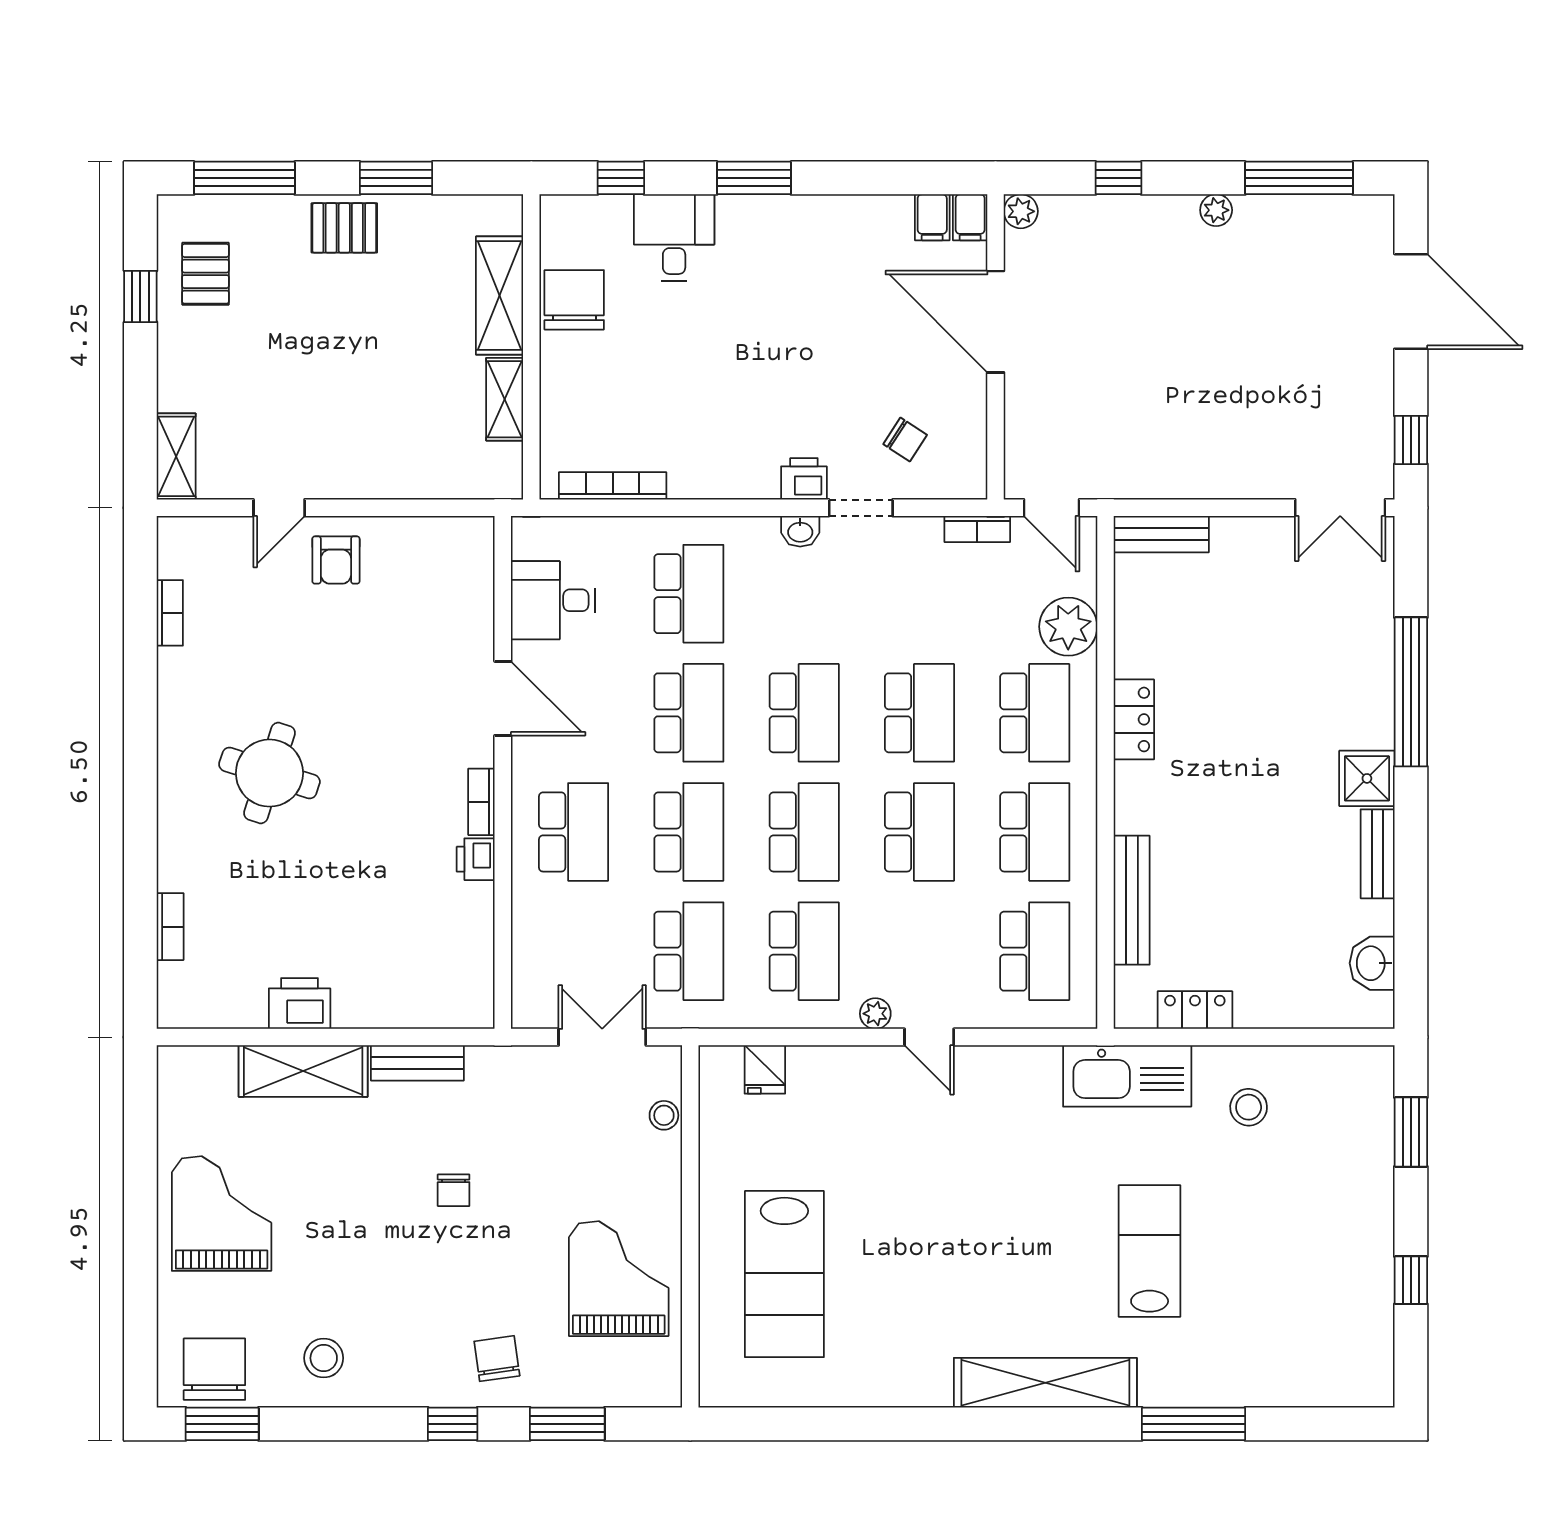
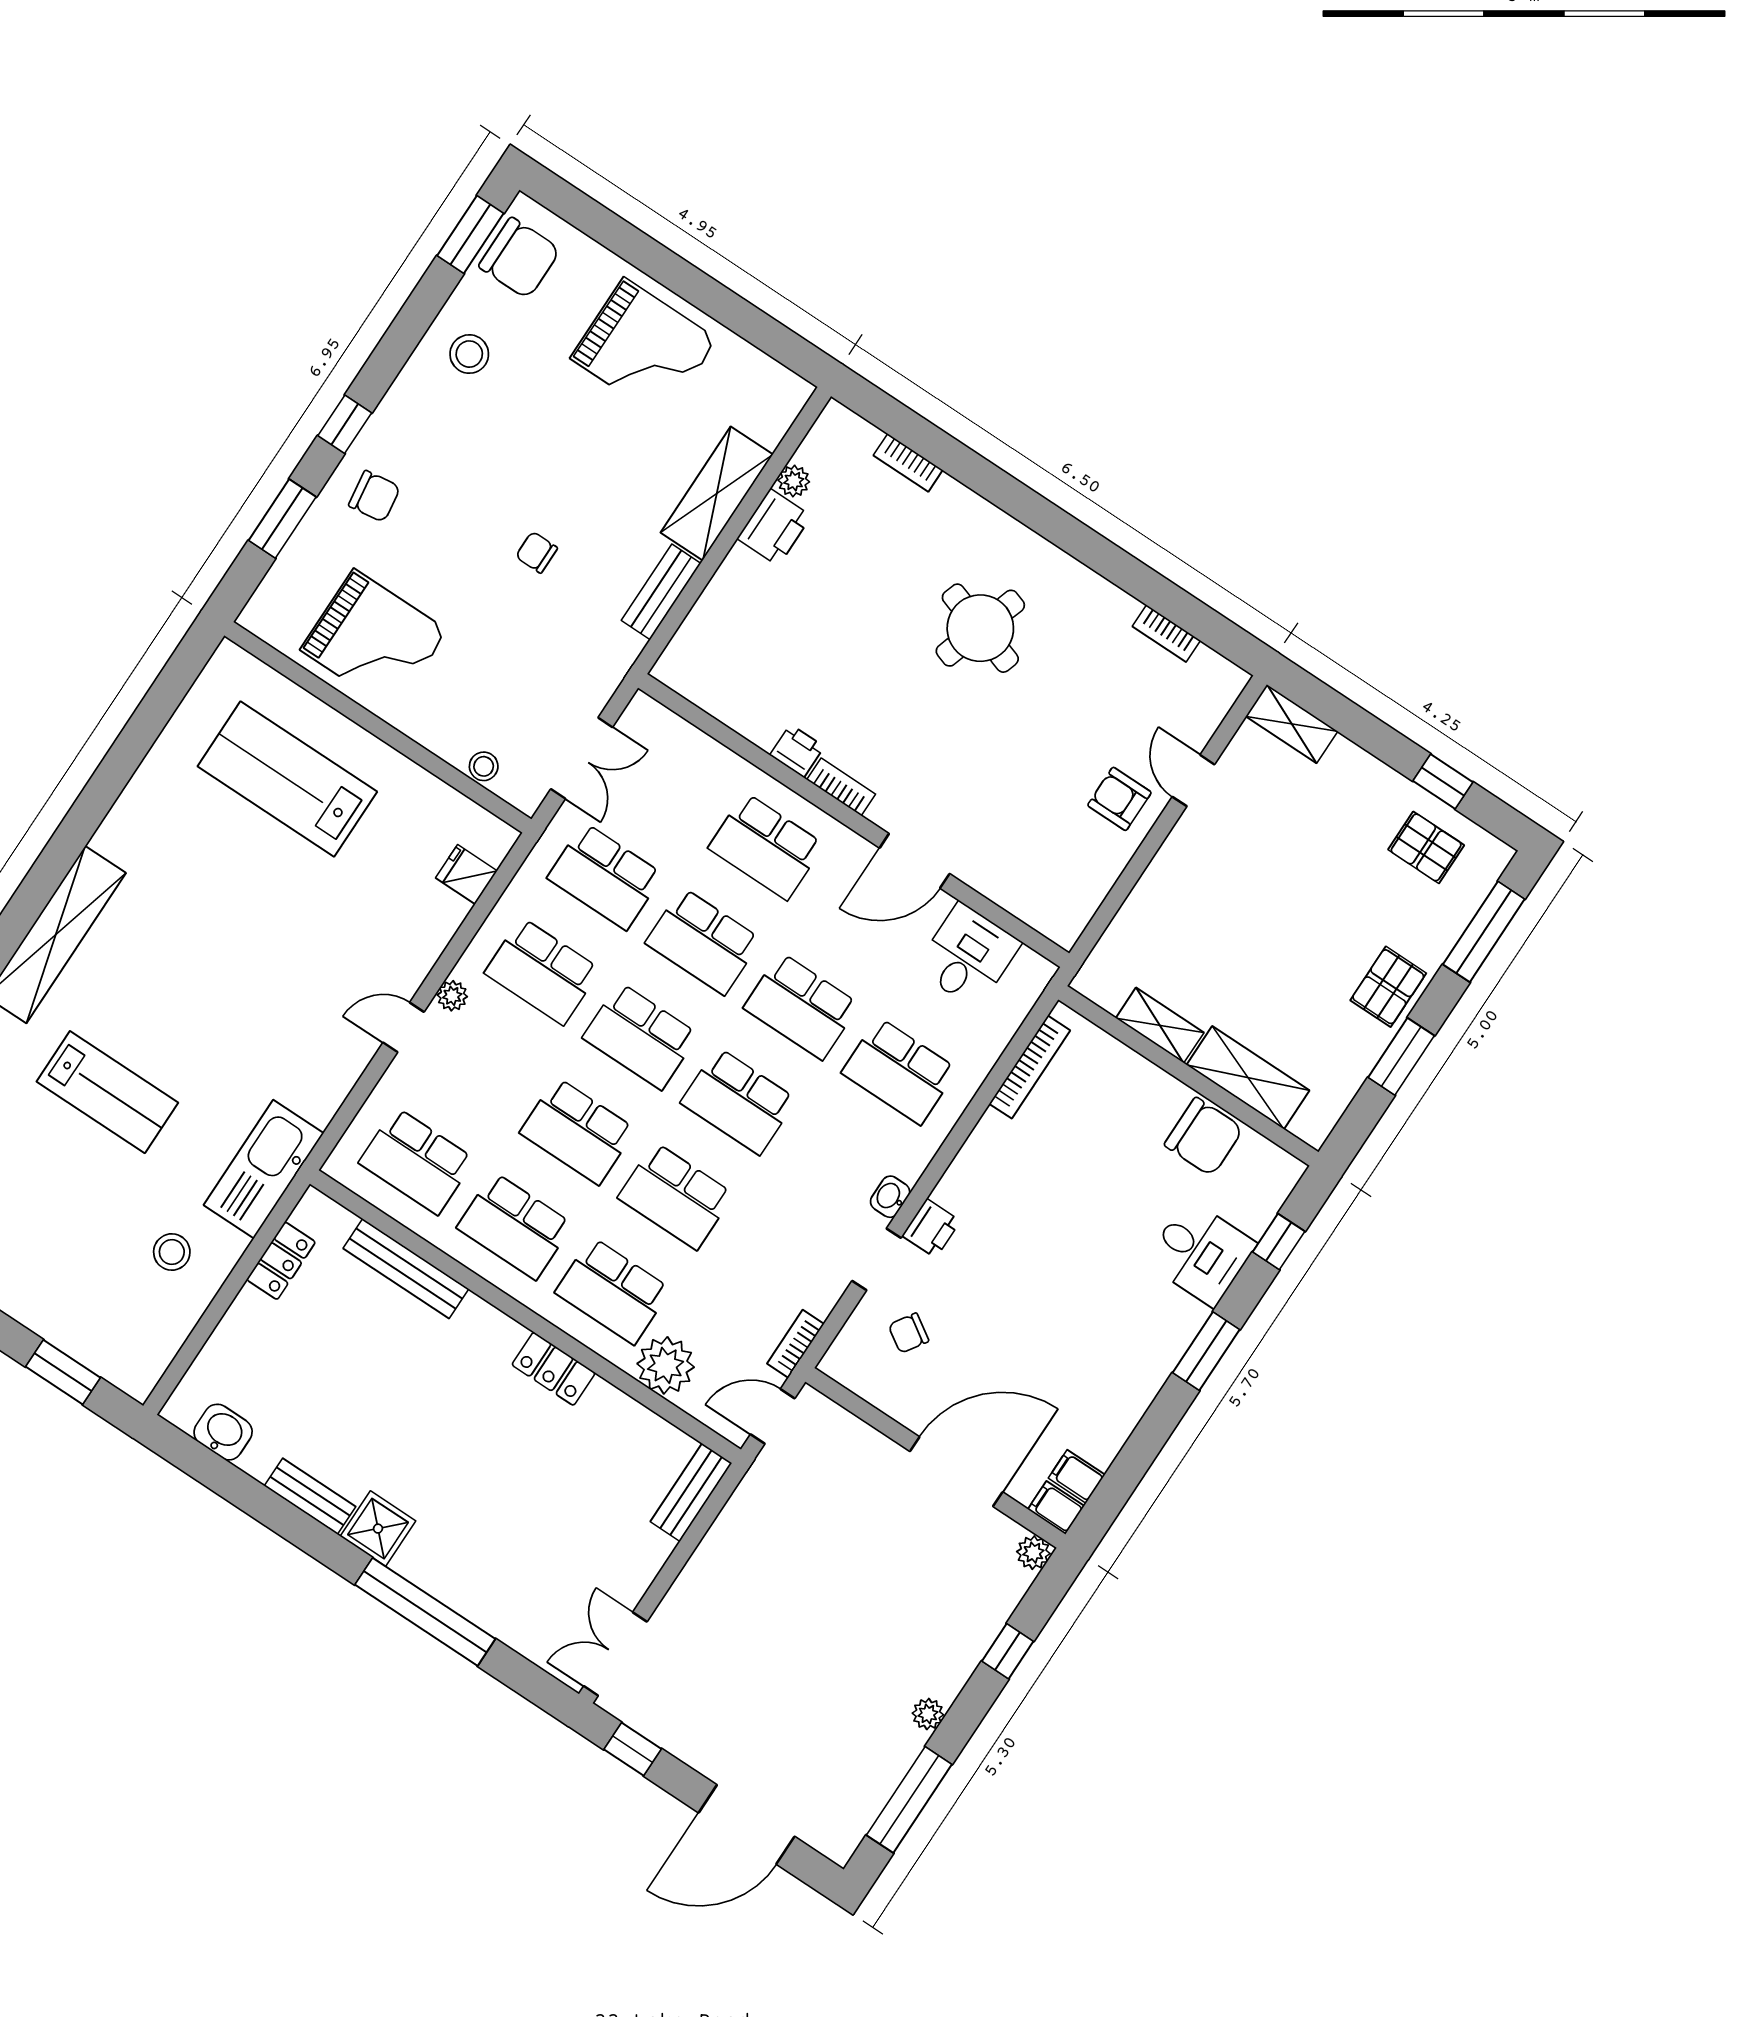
plant: (249, 1013) -> (794, 481), added

